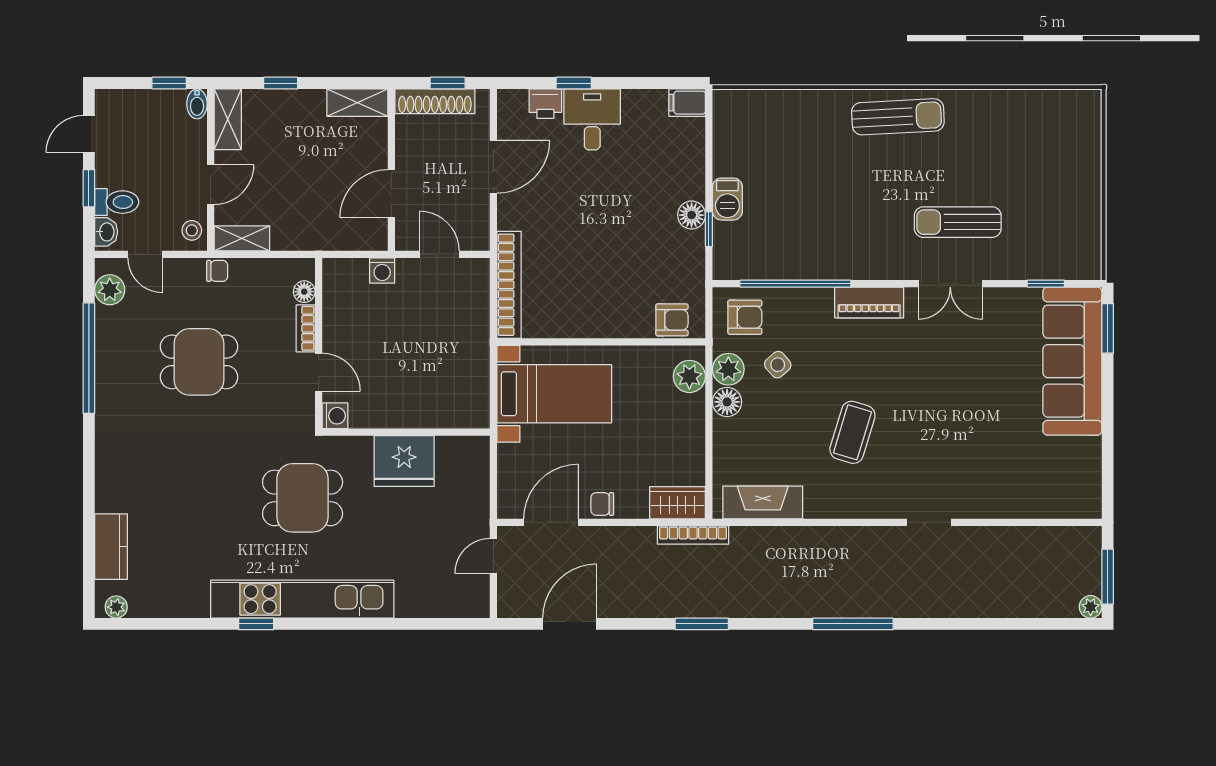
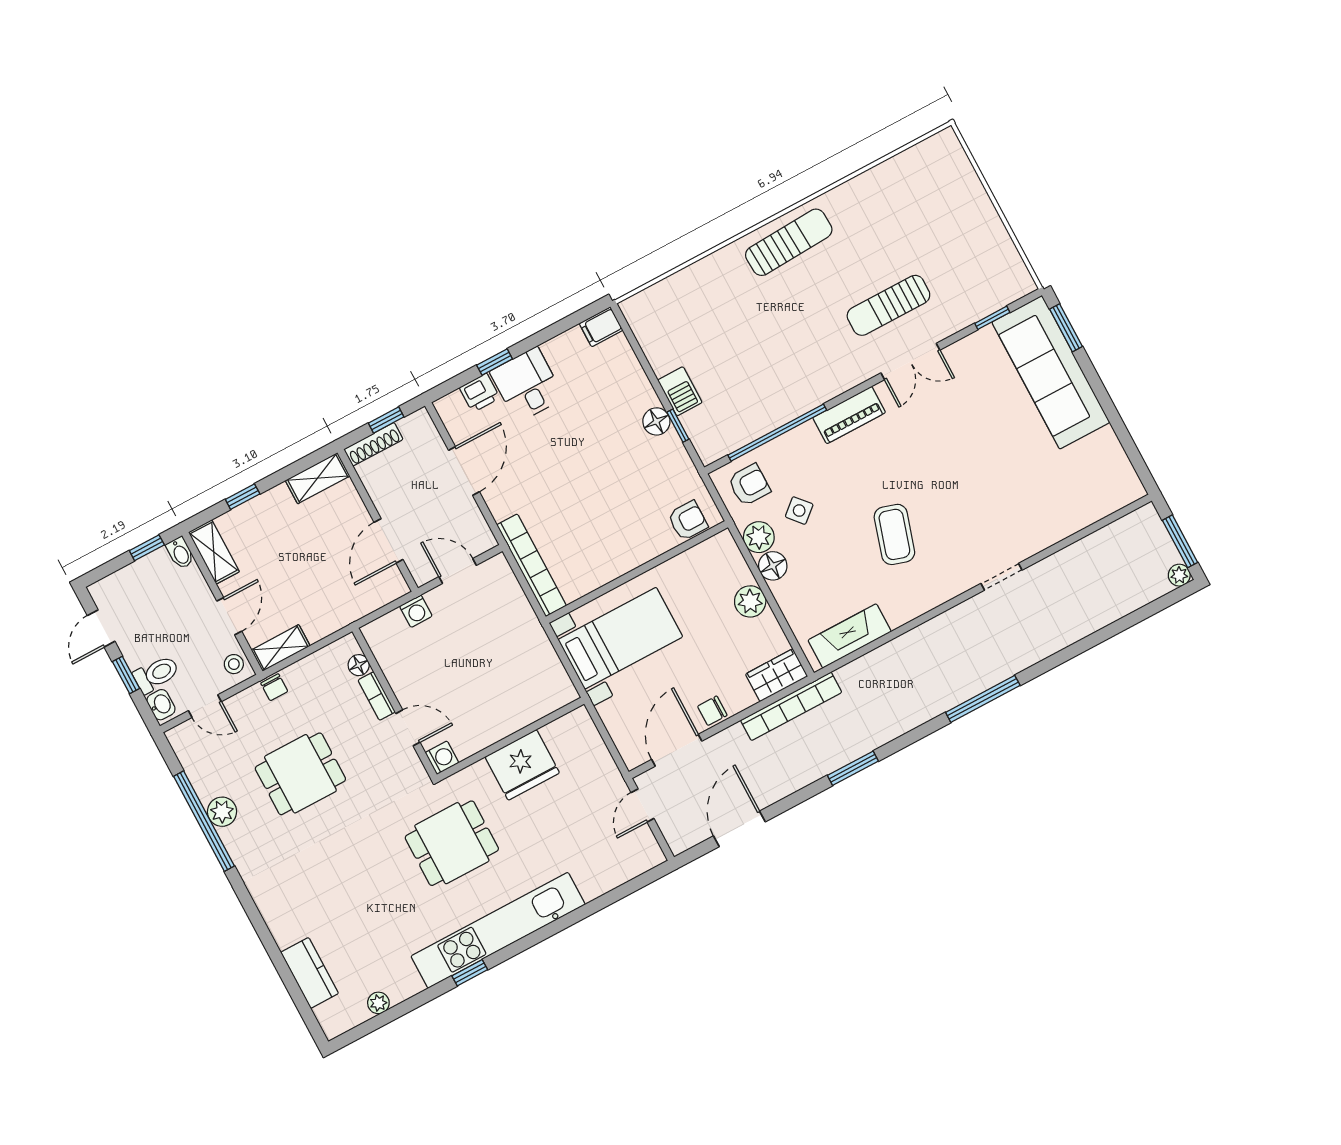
shoe rack: (435, 101) -> (373, 444), width x0.74, depth x0.81
chair: (217, 271) -> (274, 687), turned 90
plant: (110, 290) -> (222, 812), moved
plant: (689, 376) -> (750, 601), moved
bookcase: (693, 535) -> (791, 706), width x1.48, depth x1.31
plant: (116, 607) -> (378, 1003), moved

